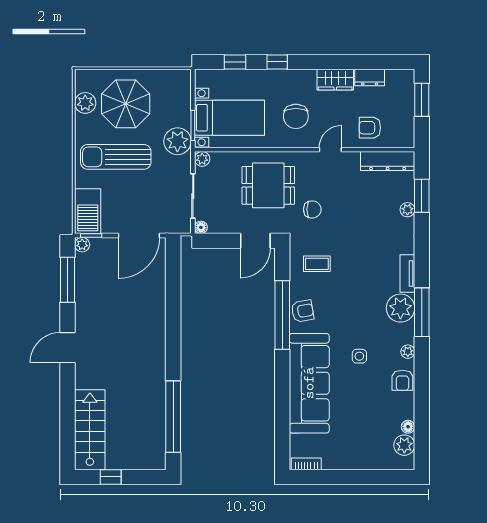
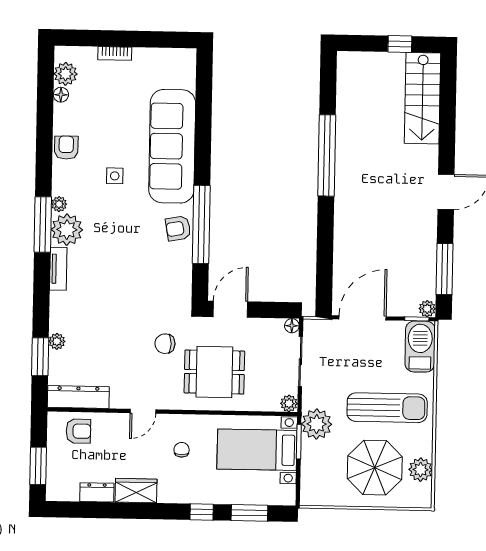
window: (235, 62) -> (249, 513), width x1.50
chair: (296, 116) -> (182, 450), width x0.54, depth x0.54
armchair: (370, 128) -> (78, 431), moved
coffee table: (317, 264) -> (161, 282), removed
plant: (408, 352) -> (59, 204), moved
window: (173, 417) -> (327, 155), moved
bookcase: (306, 464) -> (115, 53), moved

